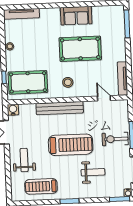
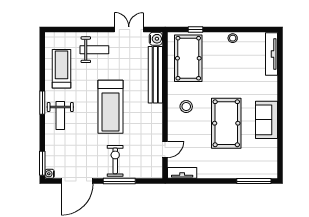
tv unit: (123, 79) -> (182, 173), width x0.71
bench: (60, 108) -> (155, 75), moved
weight bench: (93, 172) -> (60, 116), moved

